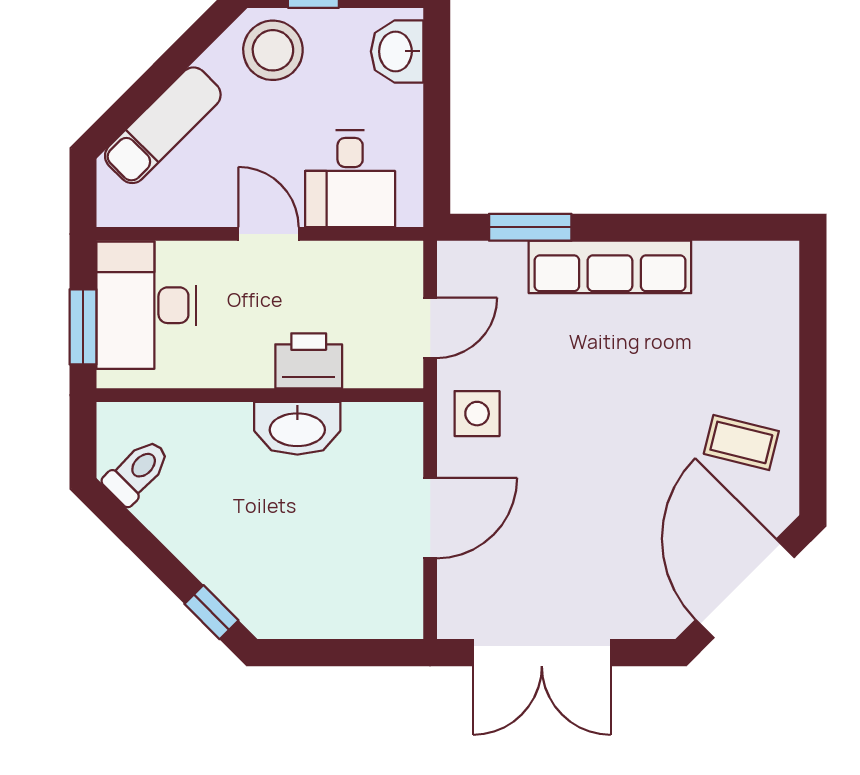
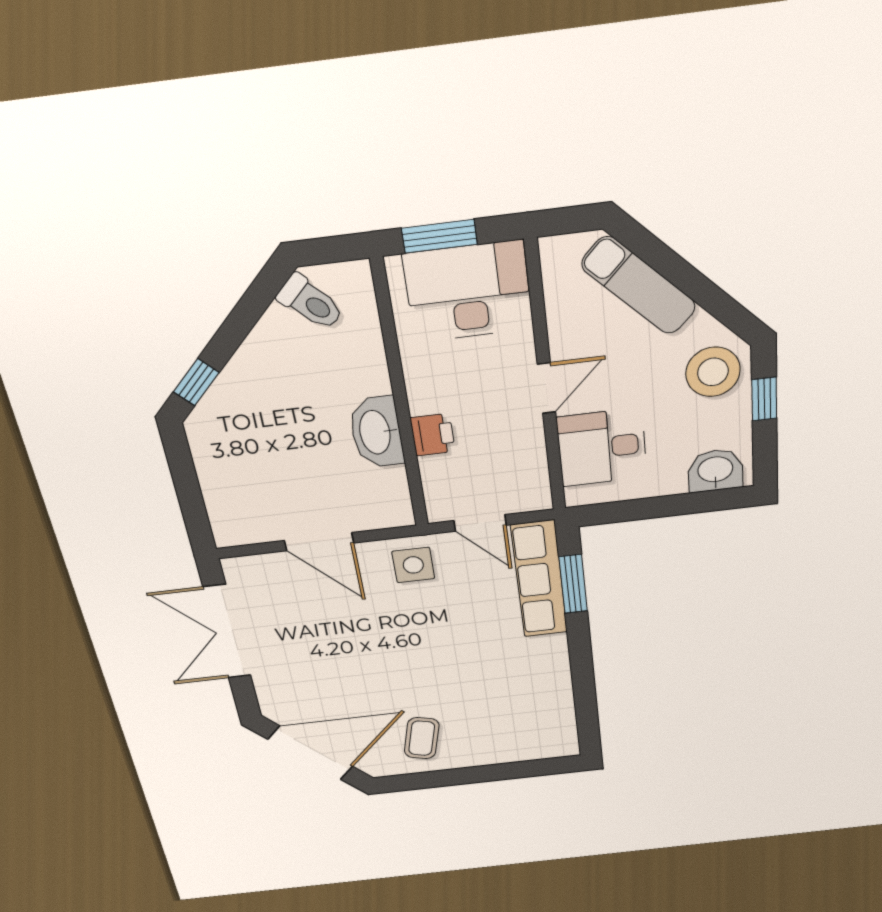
row of seats: (610, 267) -> (539, 579), moved
printer: (309, 361) -> (433, 435), width x0.73, depth x0.81

